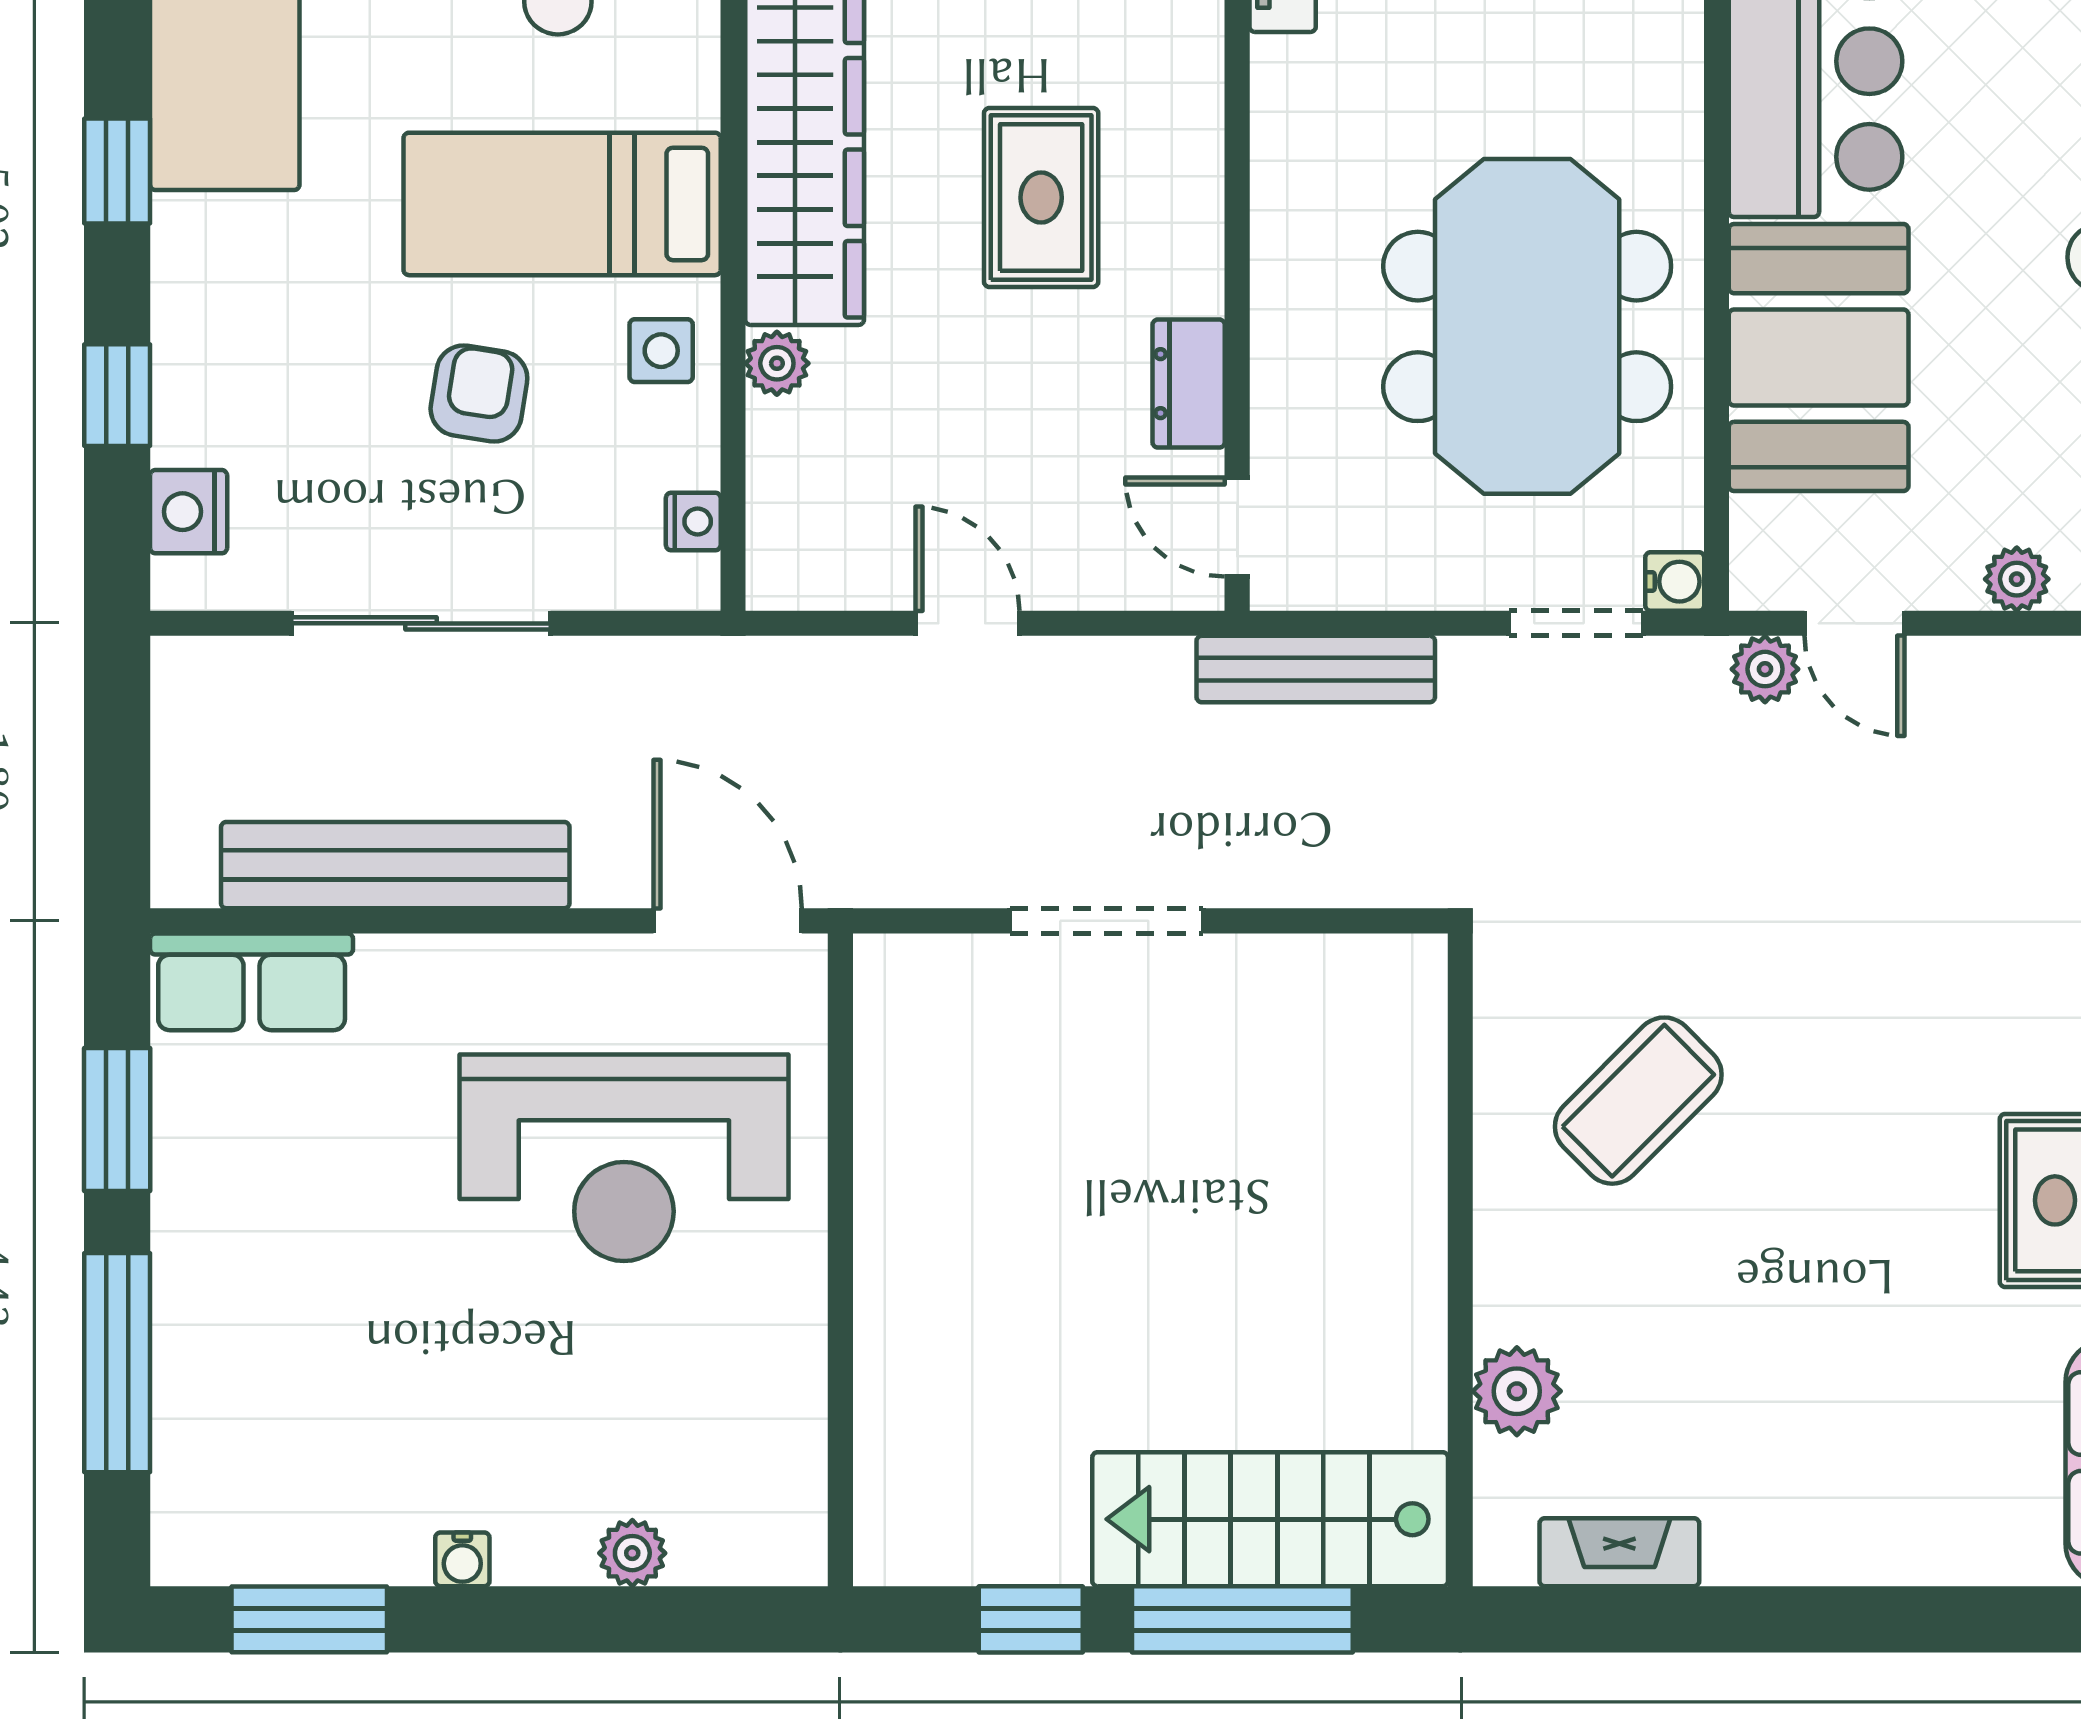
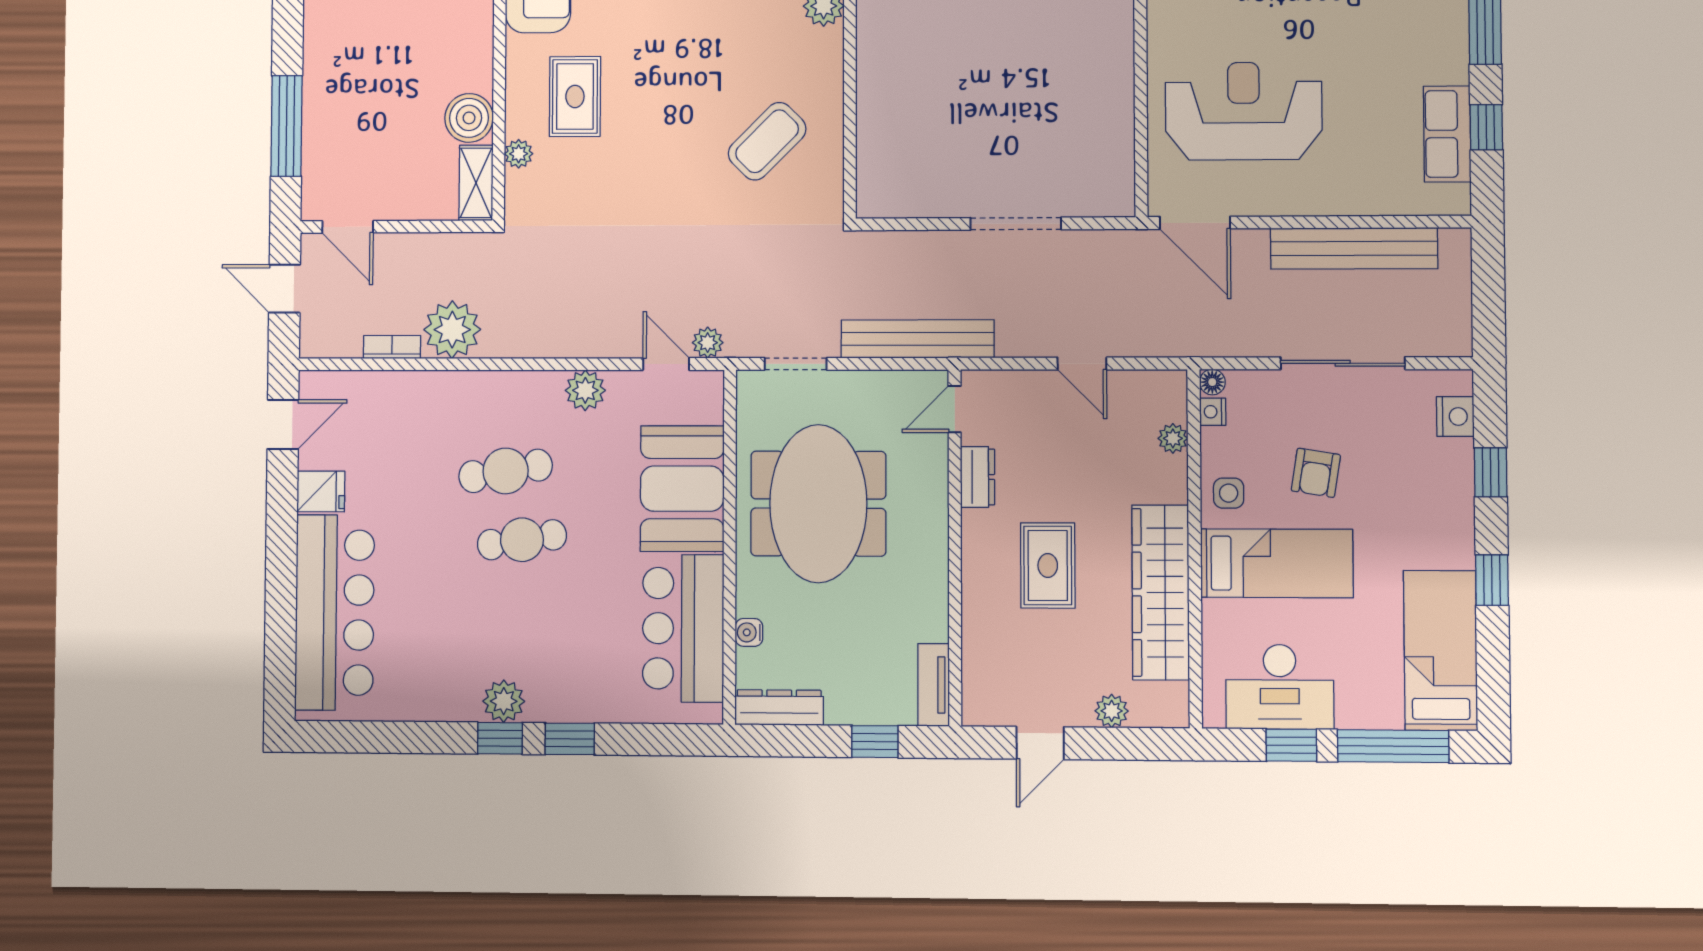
plant: (777, 363) -> (1173, 438), moved
door: (1237, 527) -> (955, 409), swing flipped
plant: (2017, 579) -> (585, 390), width x1.38, depth x1.38
water cooler: (1675, 582) -> (749, 632), moved
floor lamp: (694, 584) -> (1212, 382), added
bench: (1316, 669) -> (918, 339), width x1.37, depth x1.21
row of seats: (252, 982) -> (1447, 134), moved, turned -90
window: (117, 1120) -> (1486, 127), width x0.67

